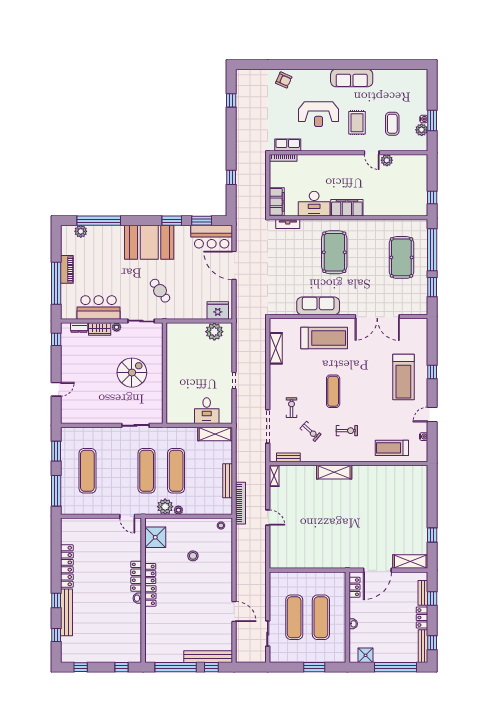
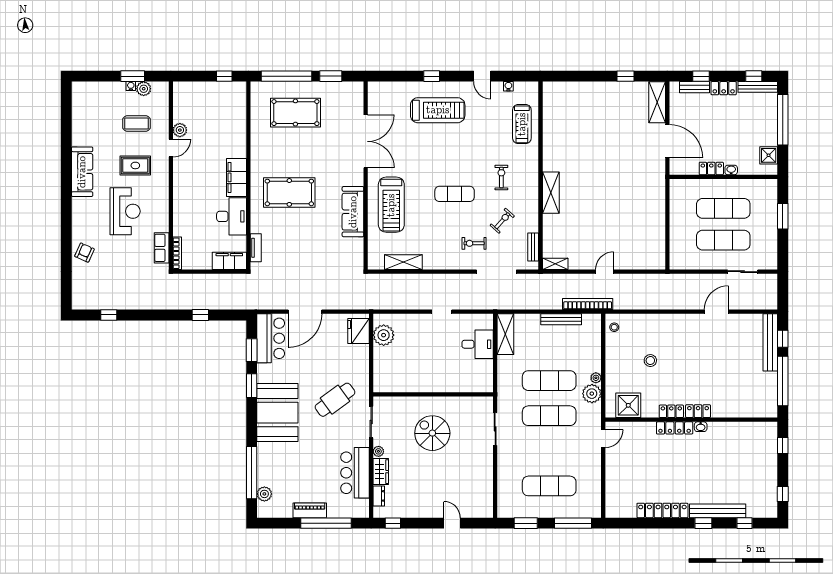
cafe table: (160, 291) -> (335, 400), width x1.37, depth x1.35
treadmill: (324, 338) -> (391, 205), turned 180
locker: (354, 587) -> (711, 168), moved

